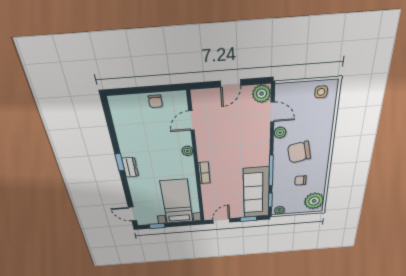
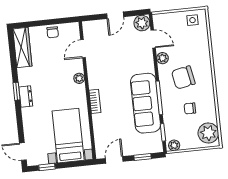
wardrobe: (121, 118) -> (22, 47), added
sofa: (256, 193) -> (146, 103), moved

